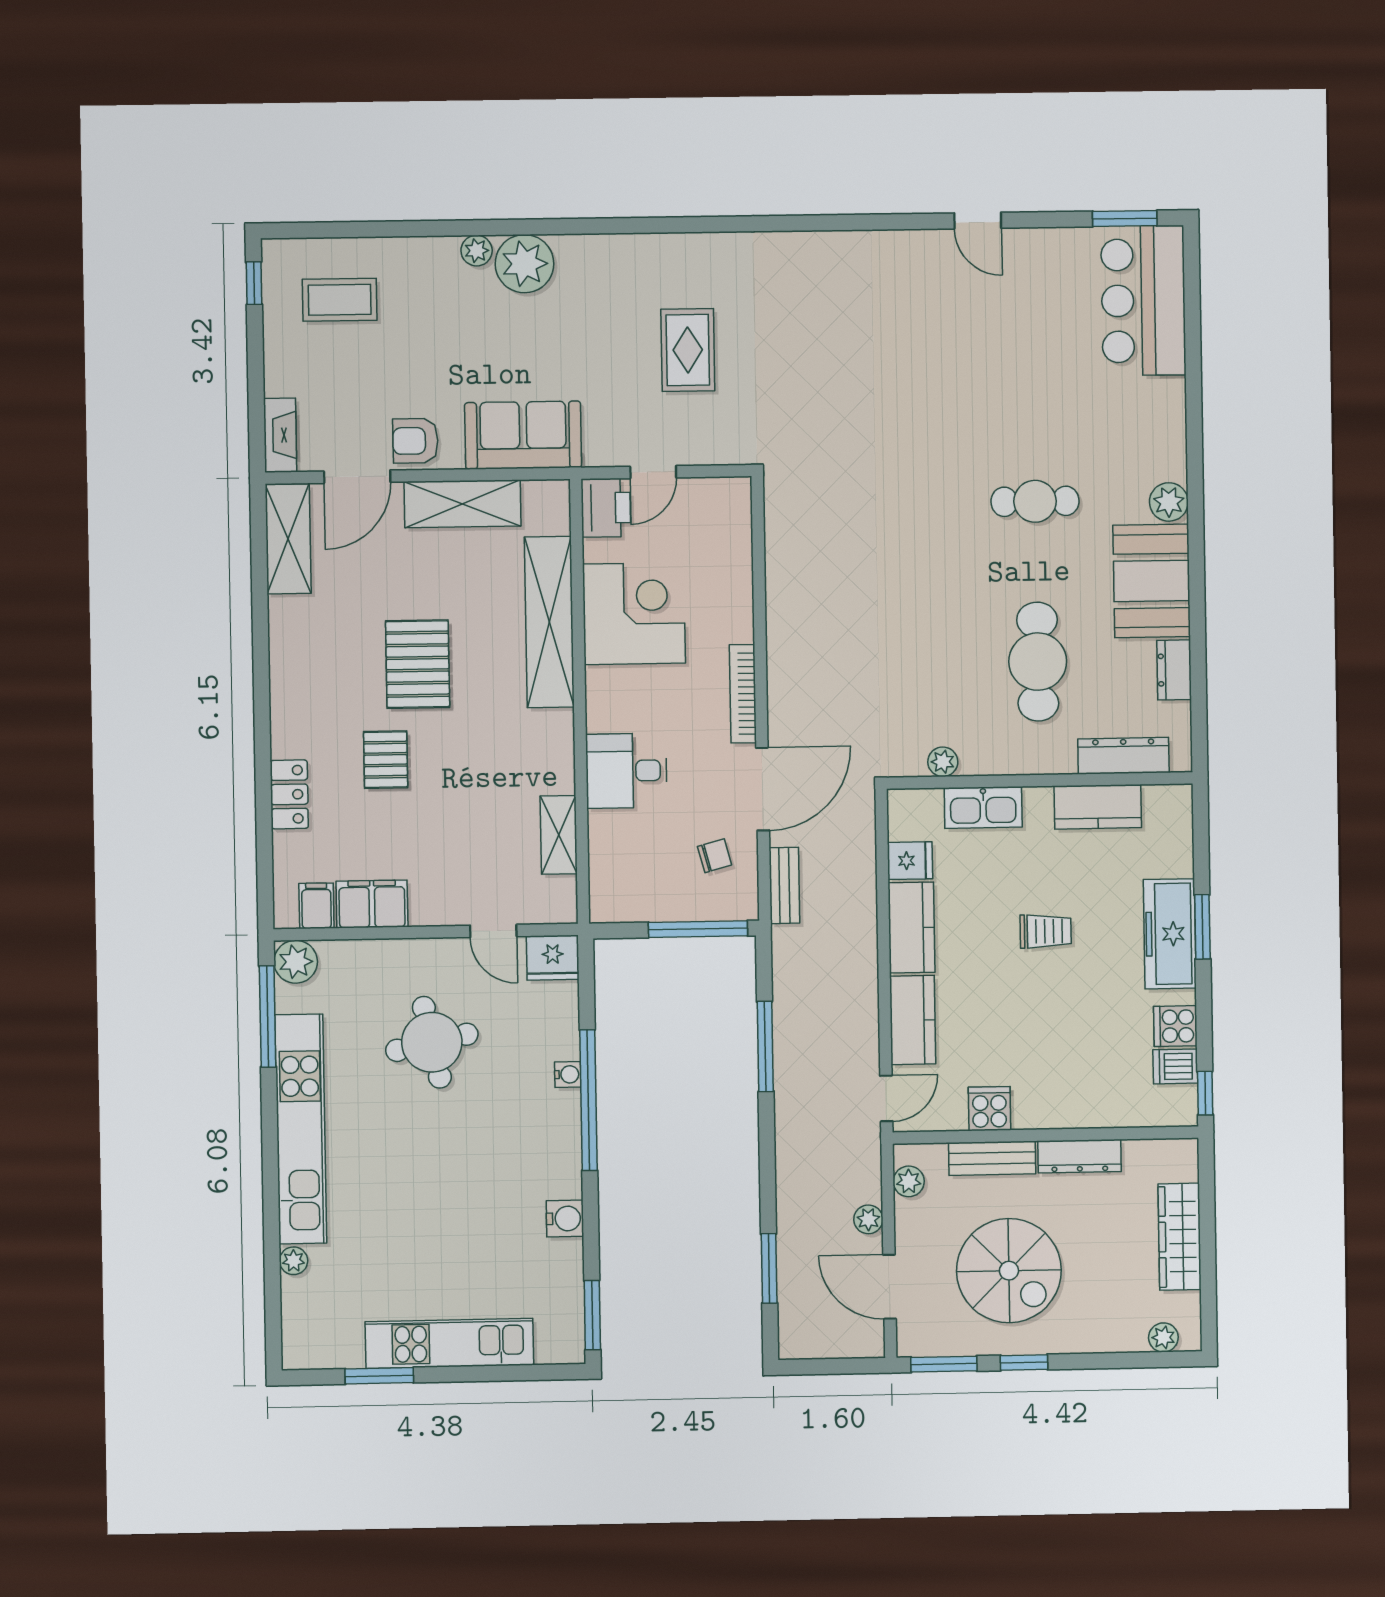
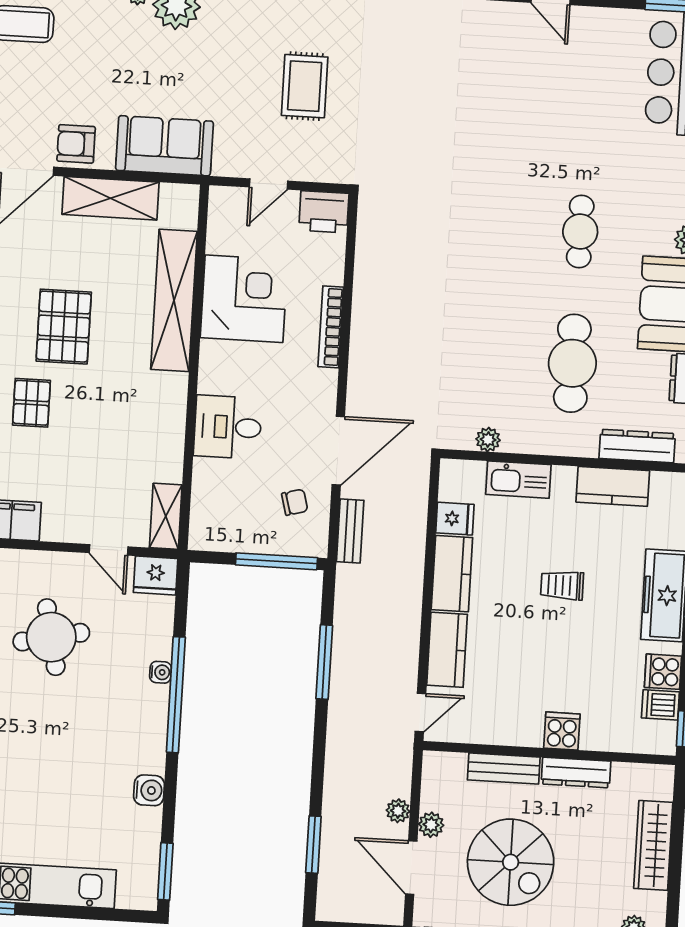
cafe table: (1035, 501) -> (580, 232), turned 90
printer: (606, 508) -> (324, 212), moved, turned 90
bookcase: (743, 694) -> (331, 327), moved
shelving: (559, 835) -> (166, 516), moved
trolley: (1046, 931) -> (562, 585), turned 180
cooker: (989, 1109) -> (562, 731), moved
plant: (909, 1181) -> (431, 825), moved

